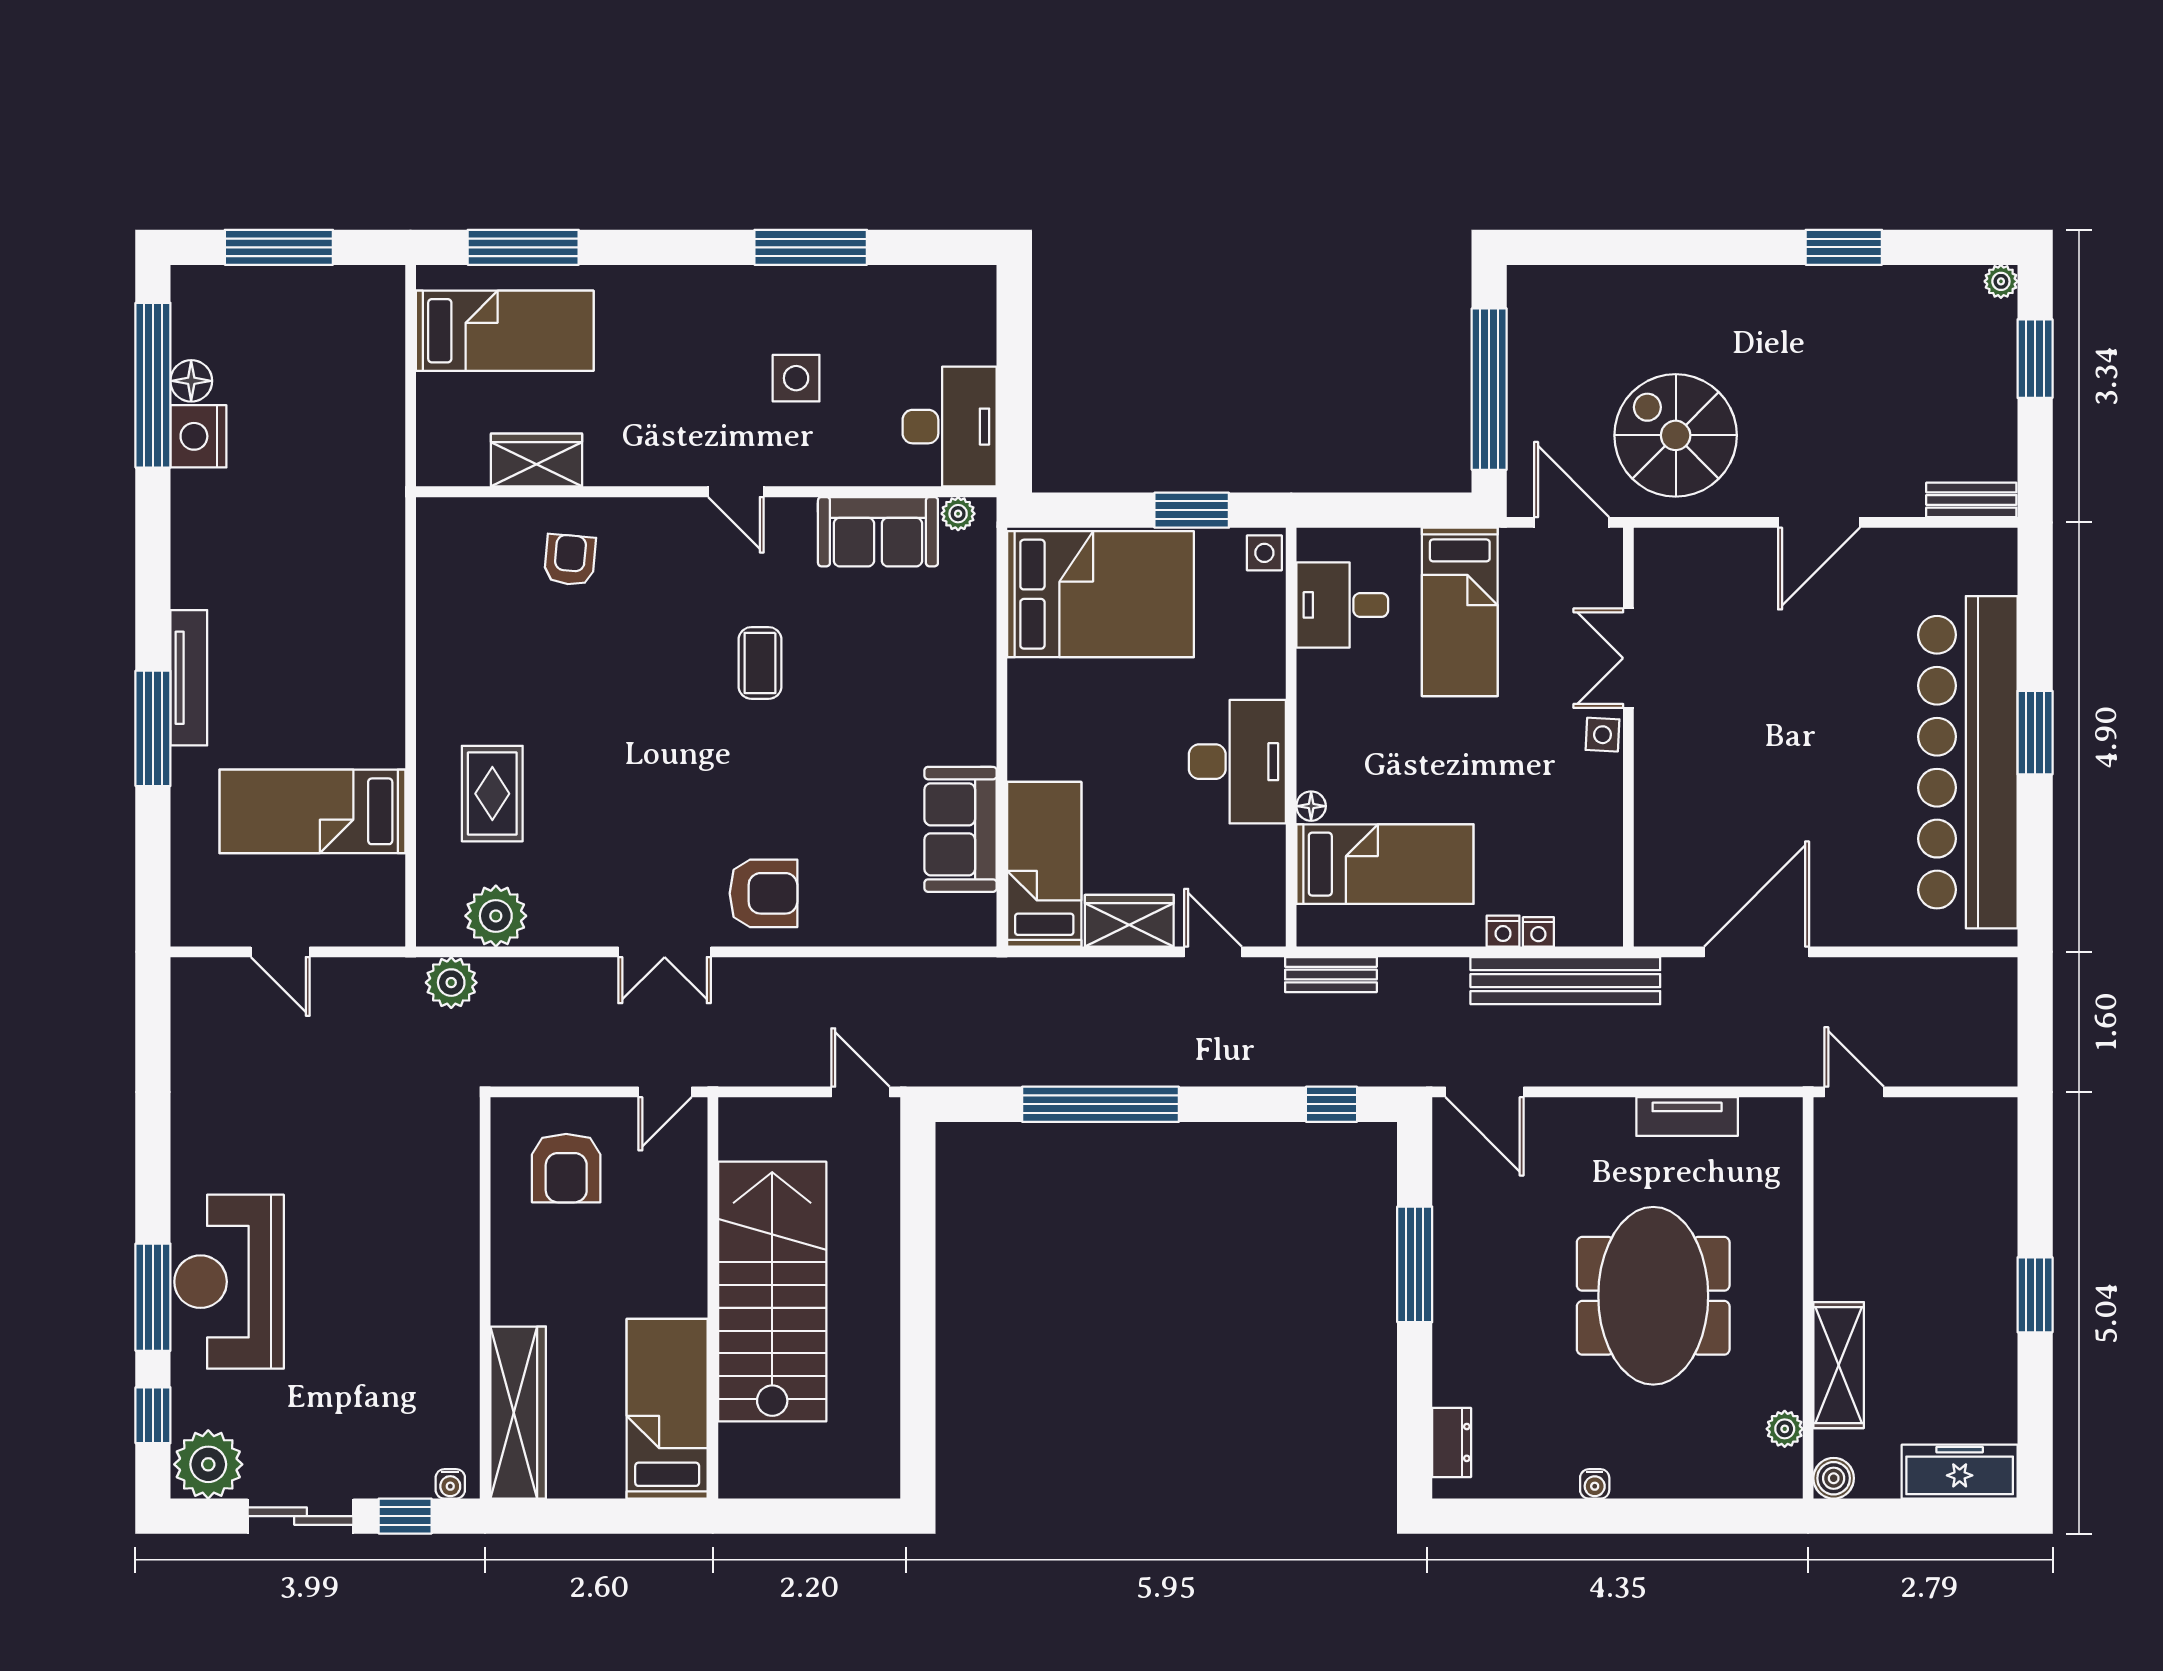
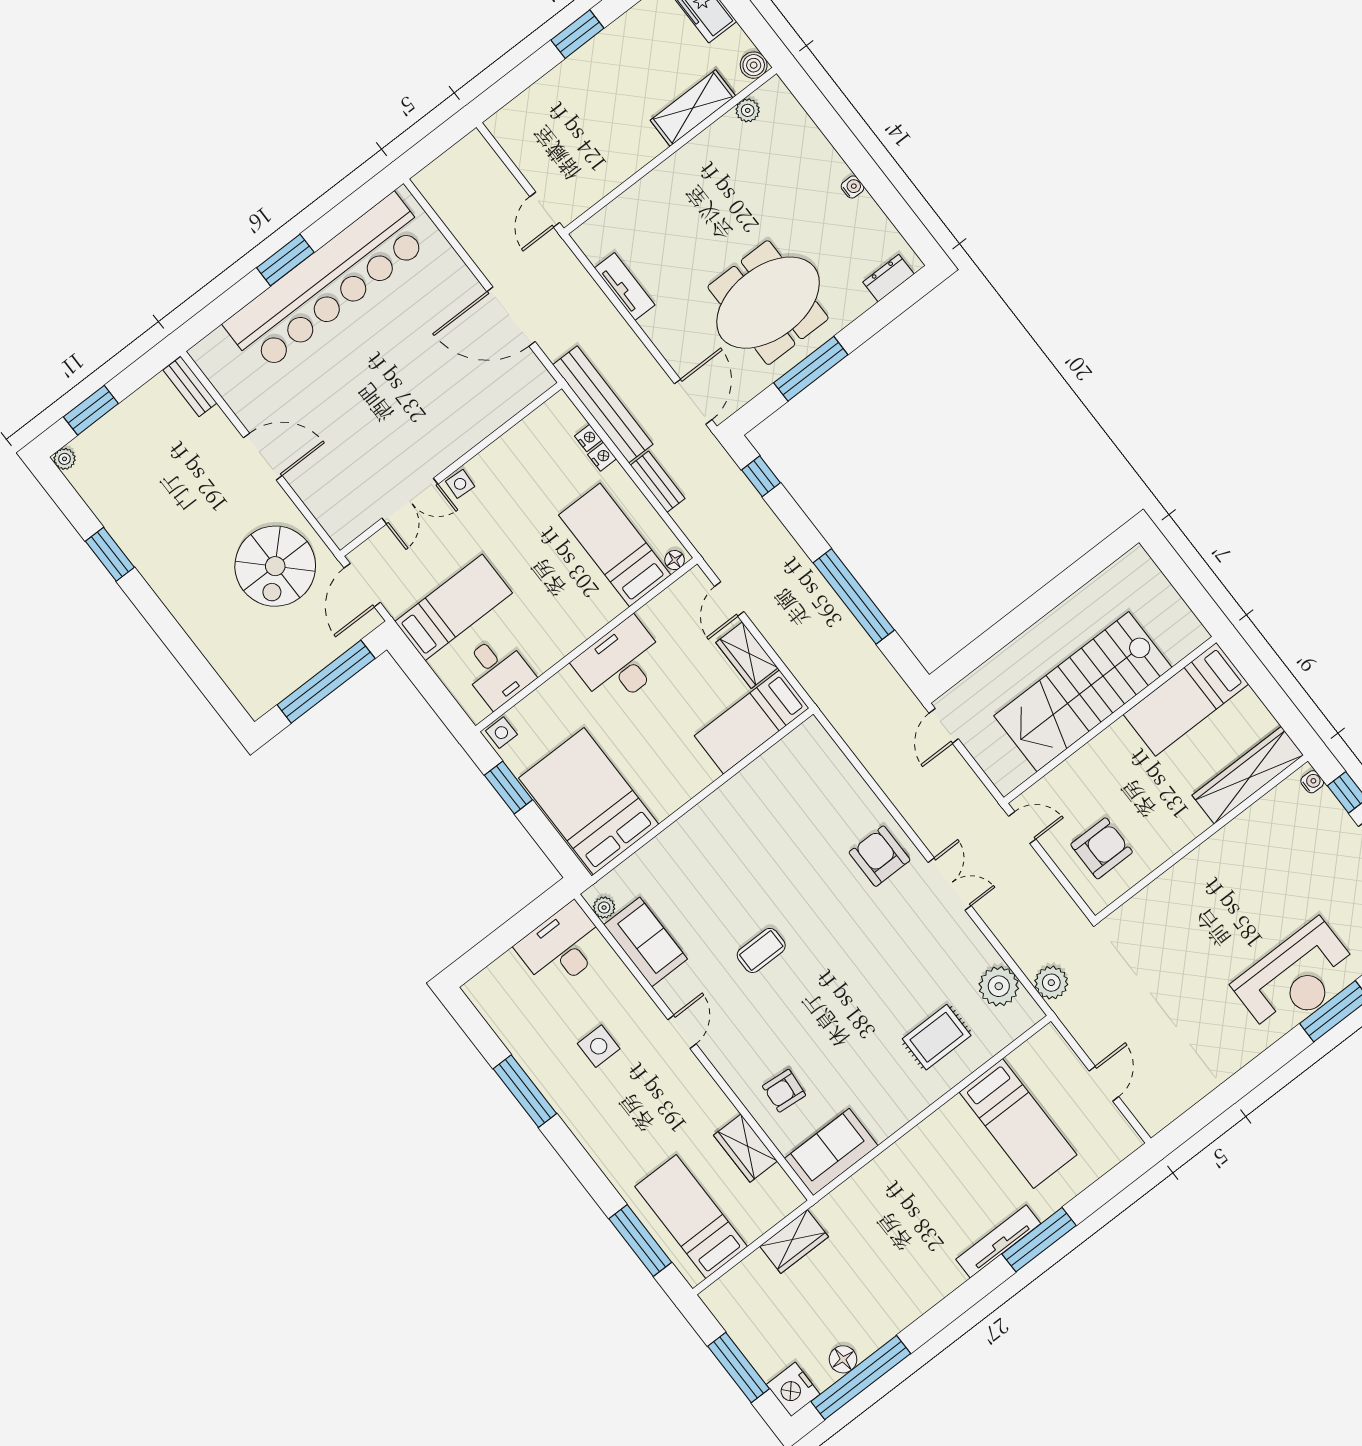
wardrobe: (379, 432) -> (794, 1242), added
nightstand: (198, 436) -> (793, 1389), moved, turned 90
floor lamp: (1311, 806) -> (675, 560), moved
sofa: (961, 829) -> (831, 1152), moved, turned 180
bench: (1331, 975) -> (658, 482), moved
meeting table: (1653, 1296) -> (768, 303), moved

